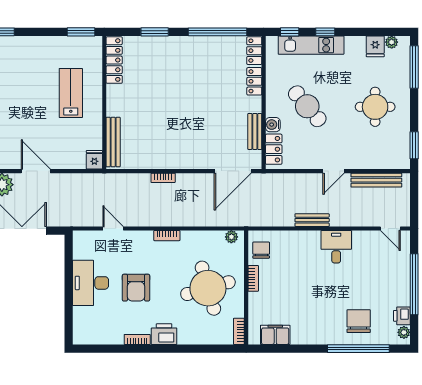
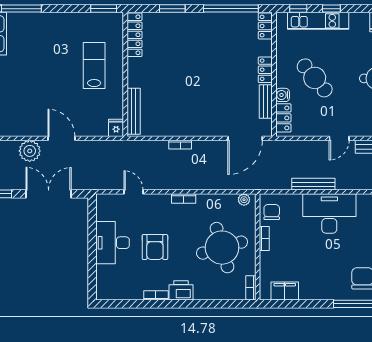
locker: (254, 81) -> (265, 70), moved
bench: (312, 220) -> (313, 184), width x1.36
desk: (336, 247) -> (329, 214), width x1.87, depth x1.30

